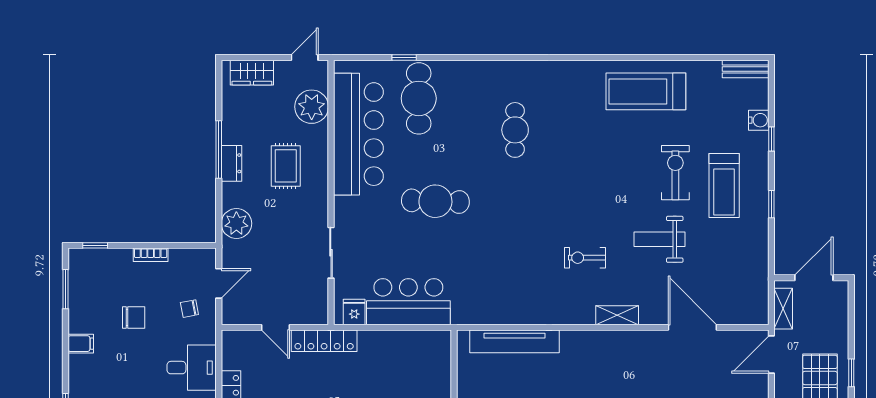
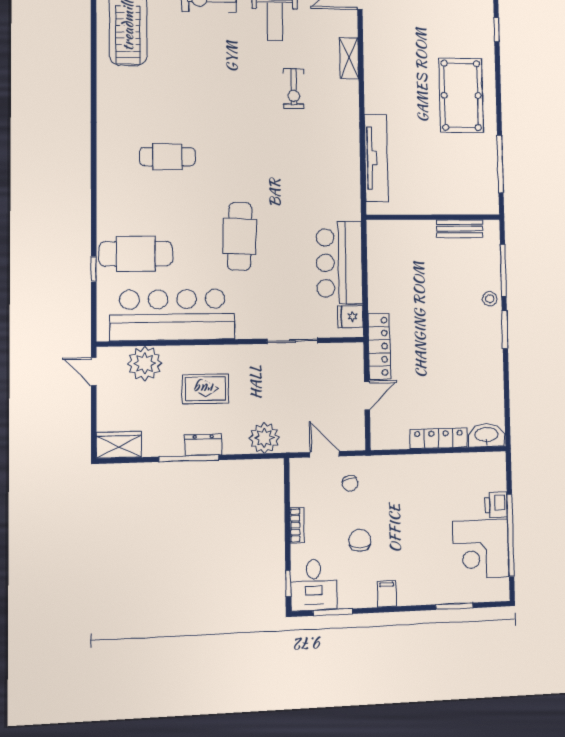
wardrobe: (252, 73) -> (119, 445), moved, turned -90
desk: (192, 368) -> (314, 585), moved, turned 180

